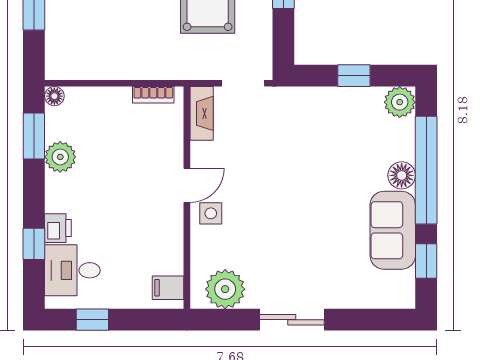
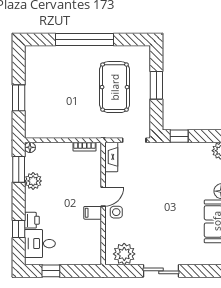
window: (354, 76) -> (179, 136), moved
filing cabinet: (168, 288) -> (93, 213), moved

